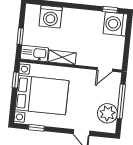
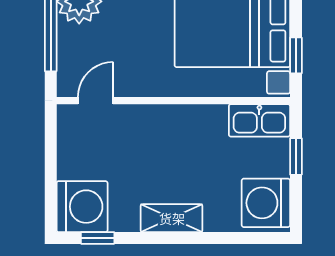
washing machine: (51, 17) -> (266, 203), moved, turned -90
shelving: (62, 57) -> (172, 218), moved

